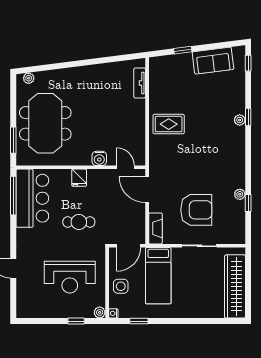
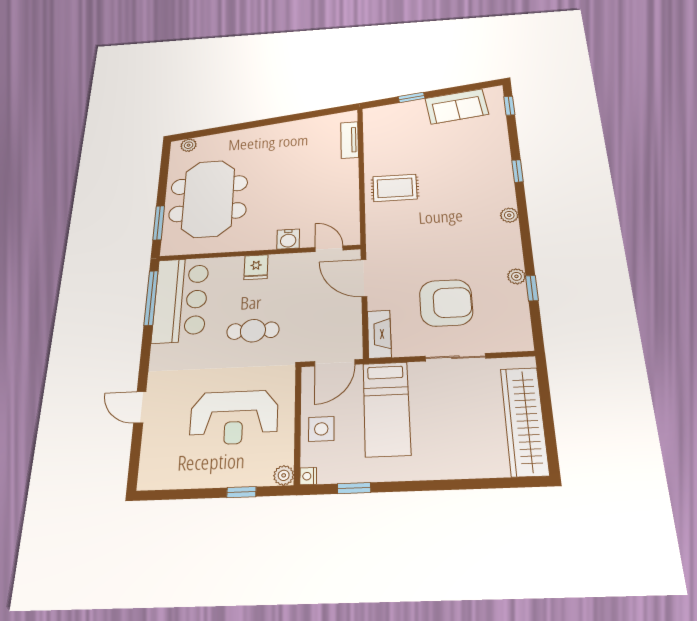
plant: (240, 120) -> (509, 215), moved

